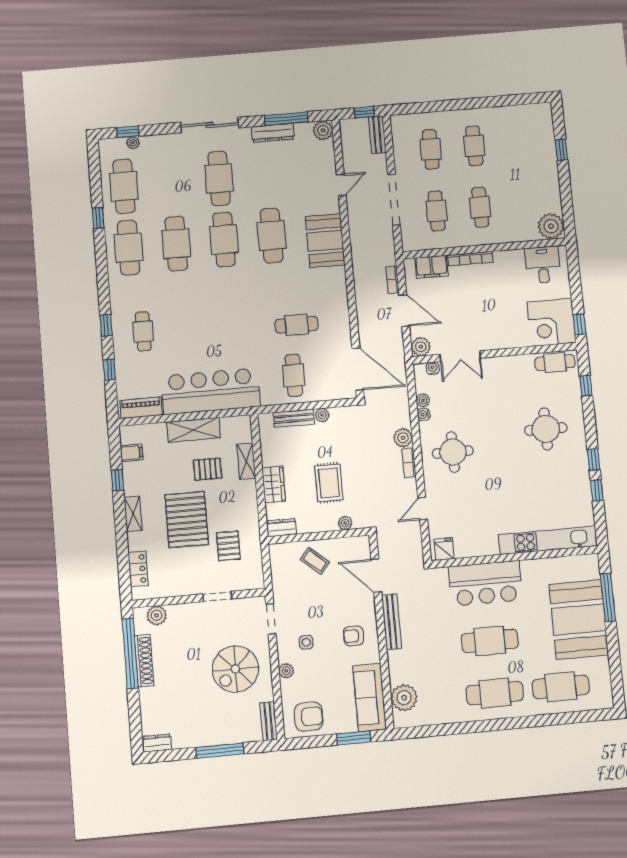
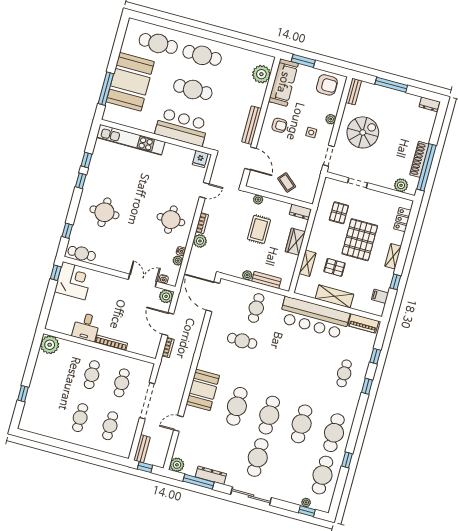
desk: (543, 265) -> (86, 327), moved
filing cabinet: (431, 267) -> (139, 347), removed
armchair: (309, 717) -> (327, 85), turned 180

